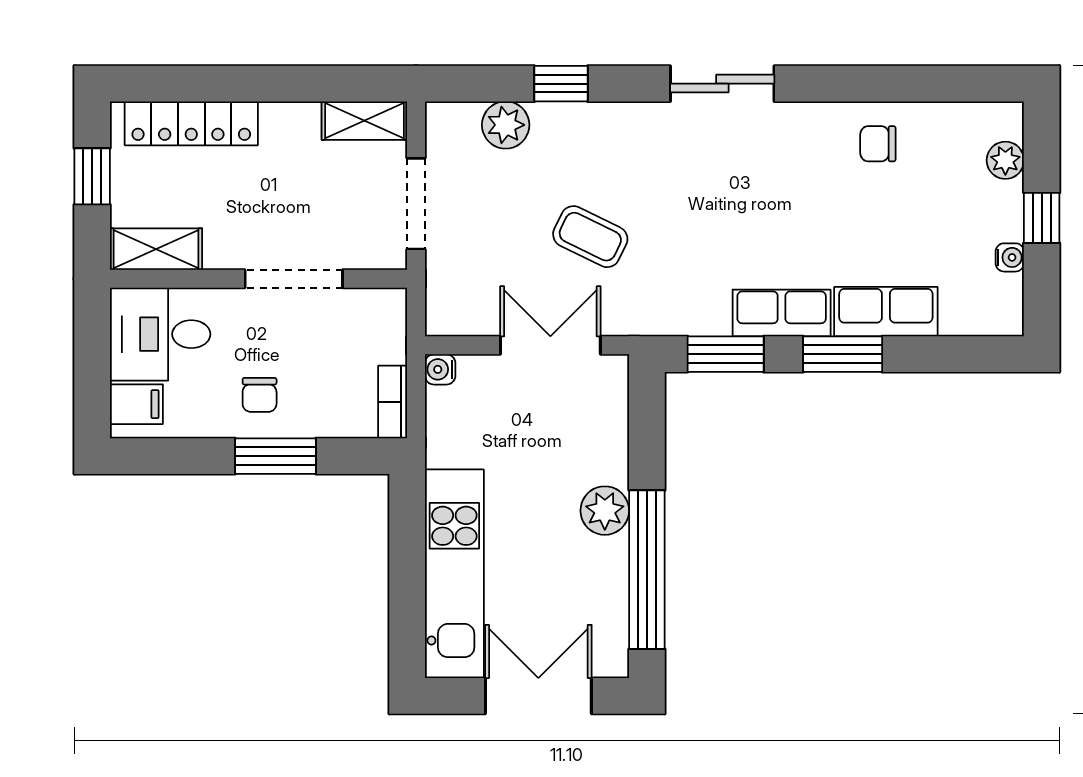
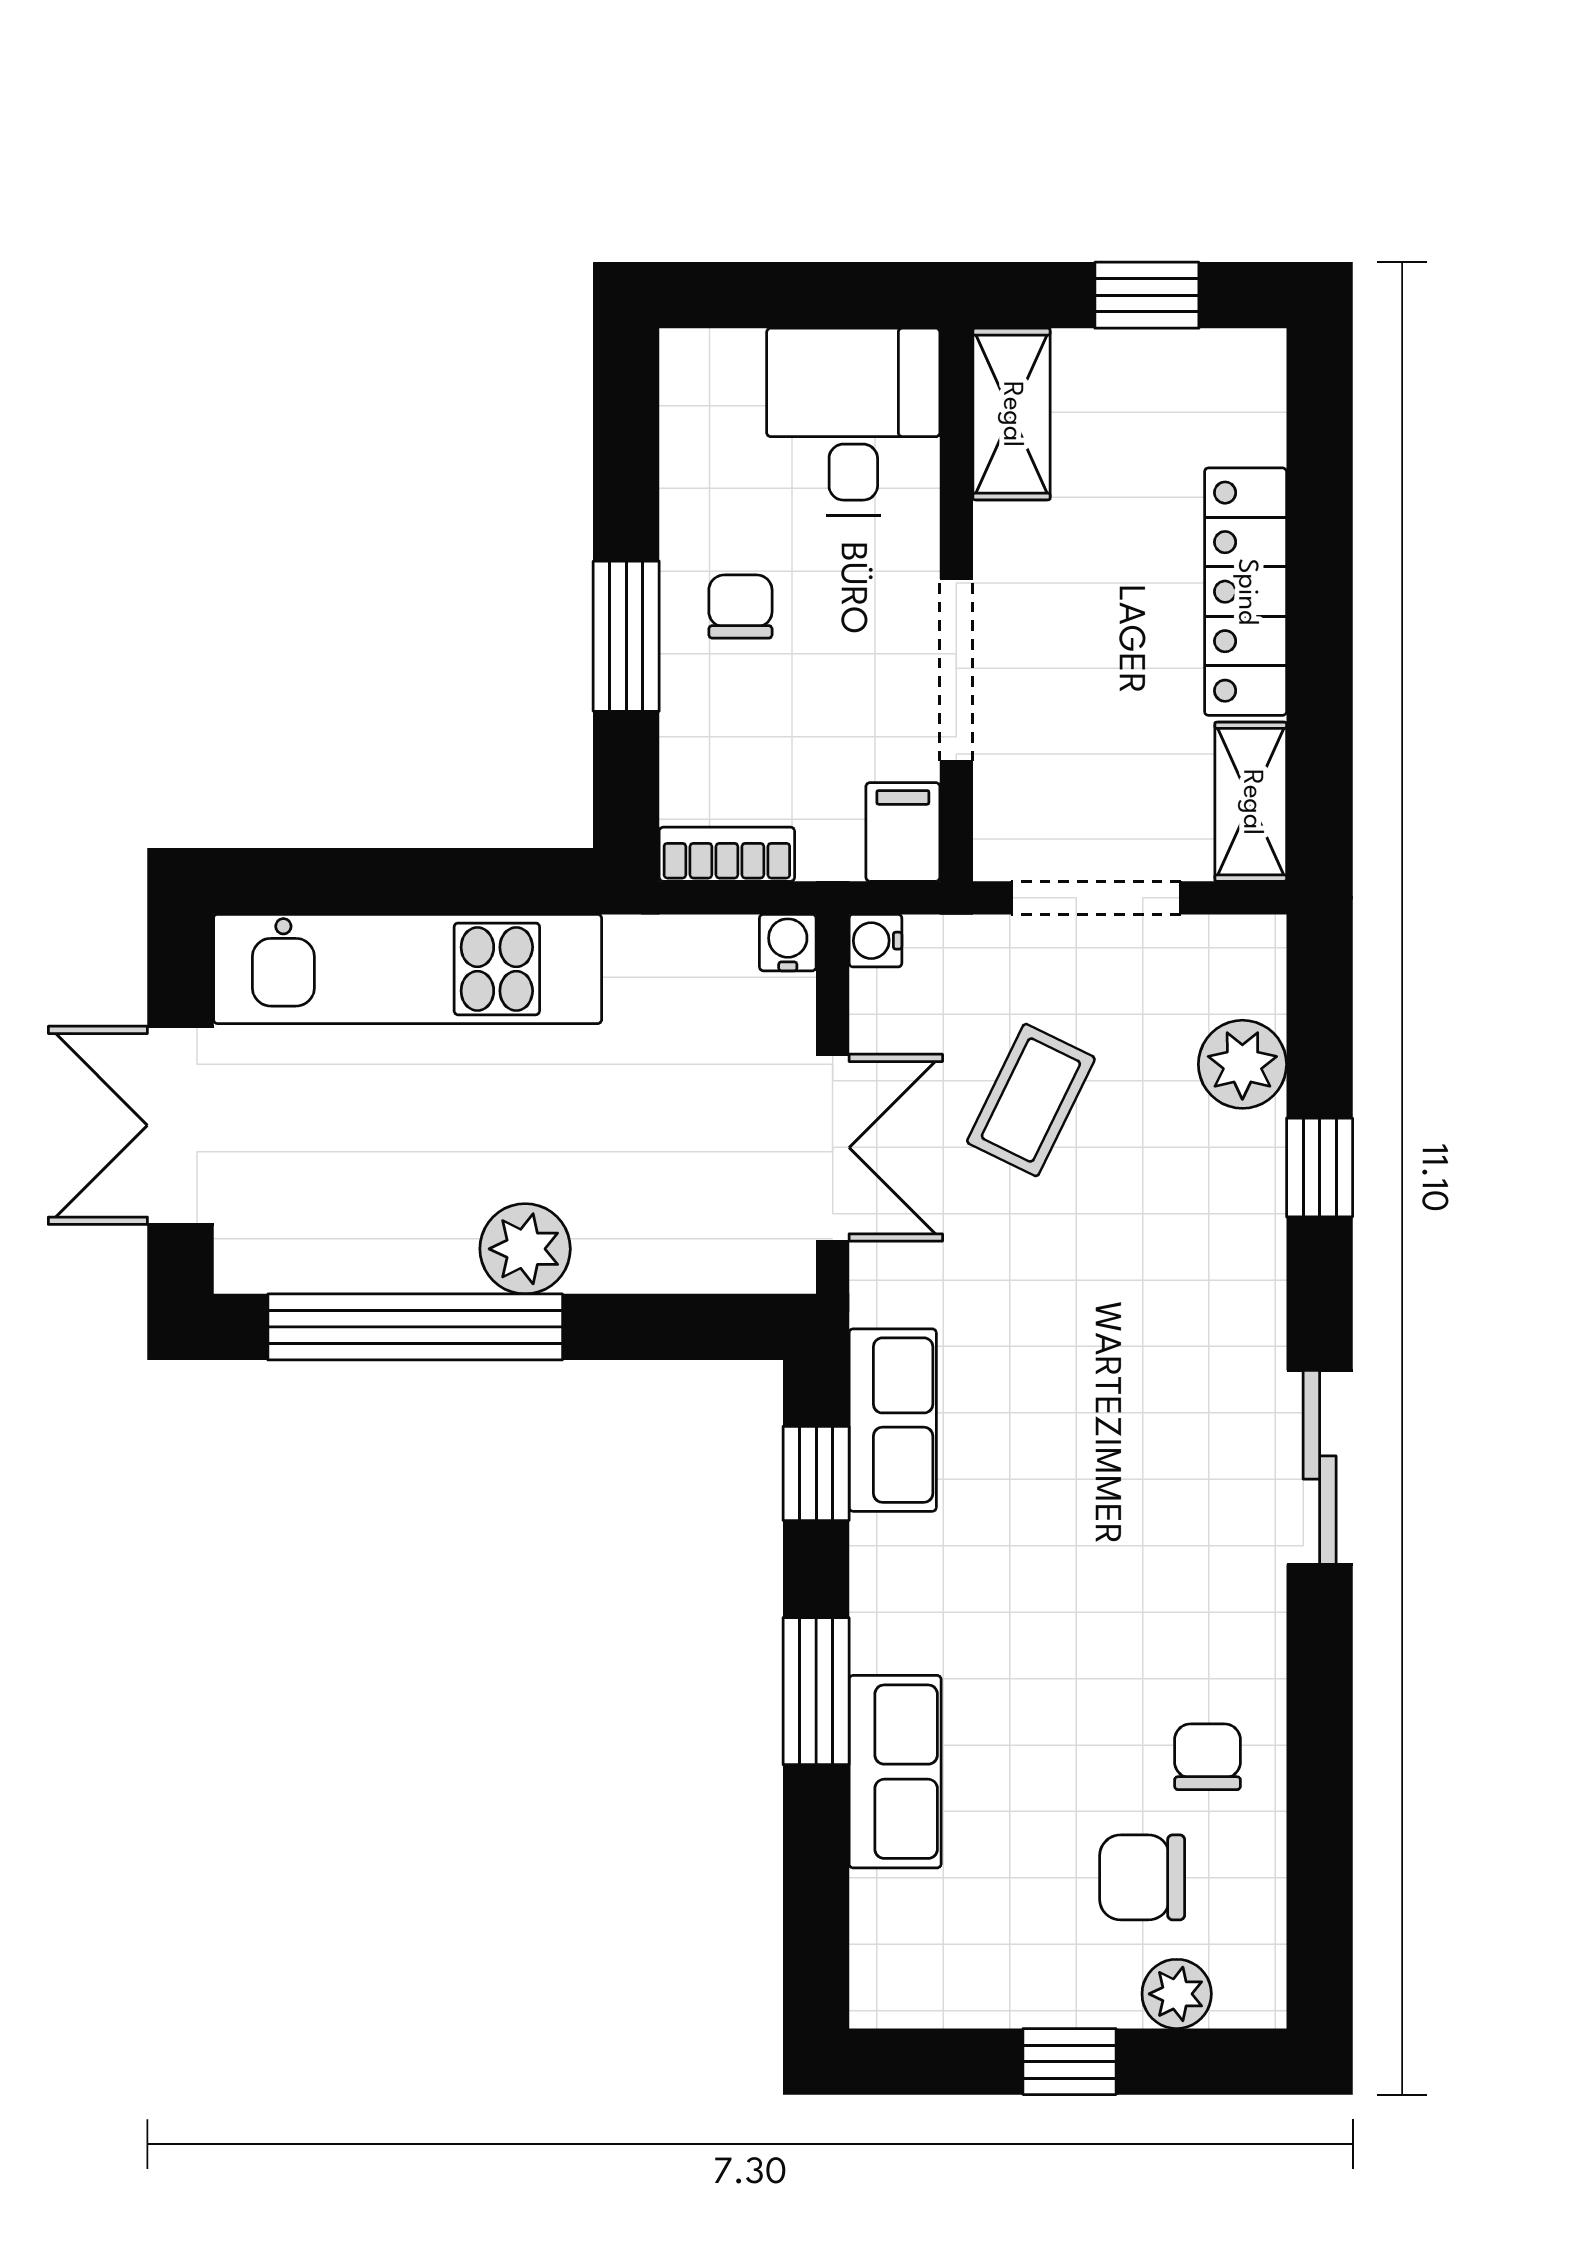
locker: (191, 123) -> (1246, 592), moved
chair: (943, 179) -> (1142, 1877), added
coffee table: (590, 237) -> (1031, 1100), moved
water cooler: (1010, 257) -> (875, 941), moved, turned 90
row of seats: (782, 313) -> (893, 1420), moved
window: (726, 354) -> (816, 1473), width x0.67
chair: (260, 395) -> (740, 607), turned 90
filing cabinet: (136, 404) -> (903, 832), moved, turned 180
double door: (538, 696) -> (180, 1125), swing flipped

